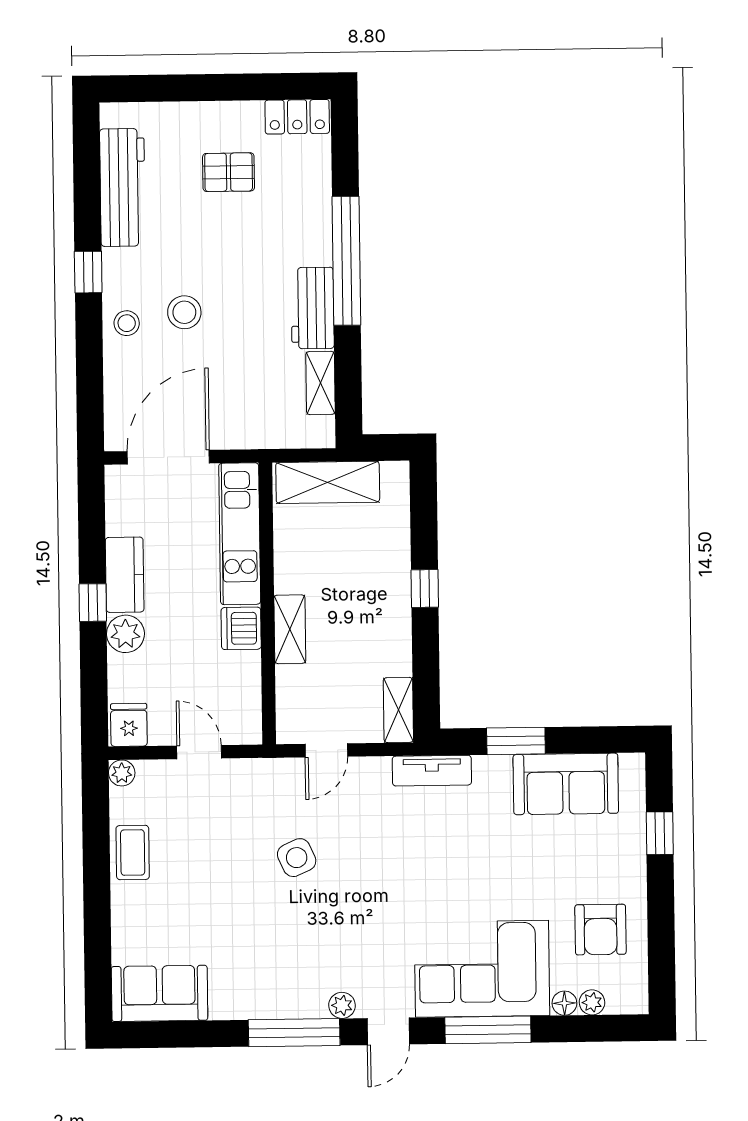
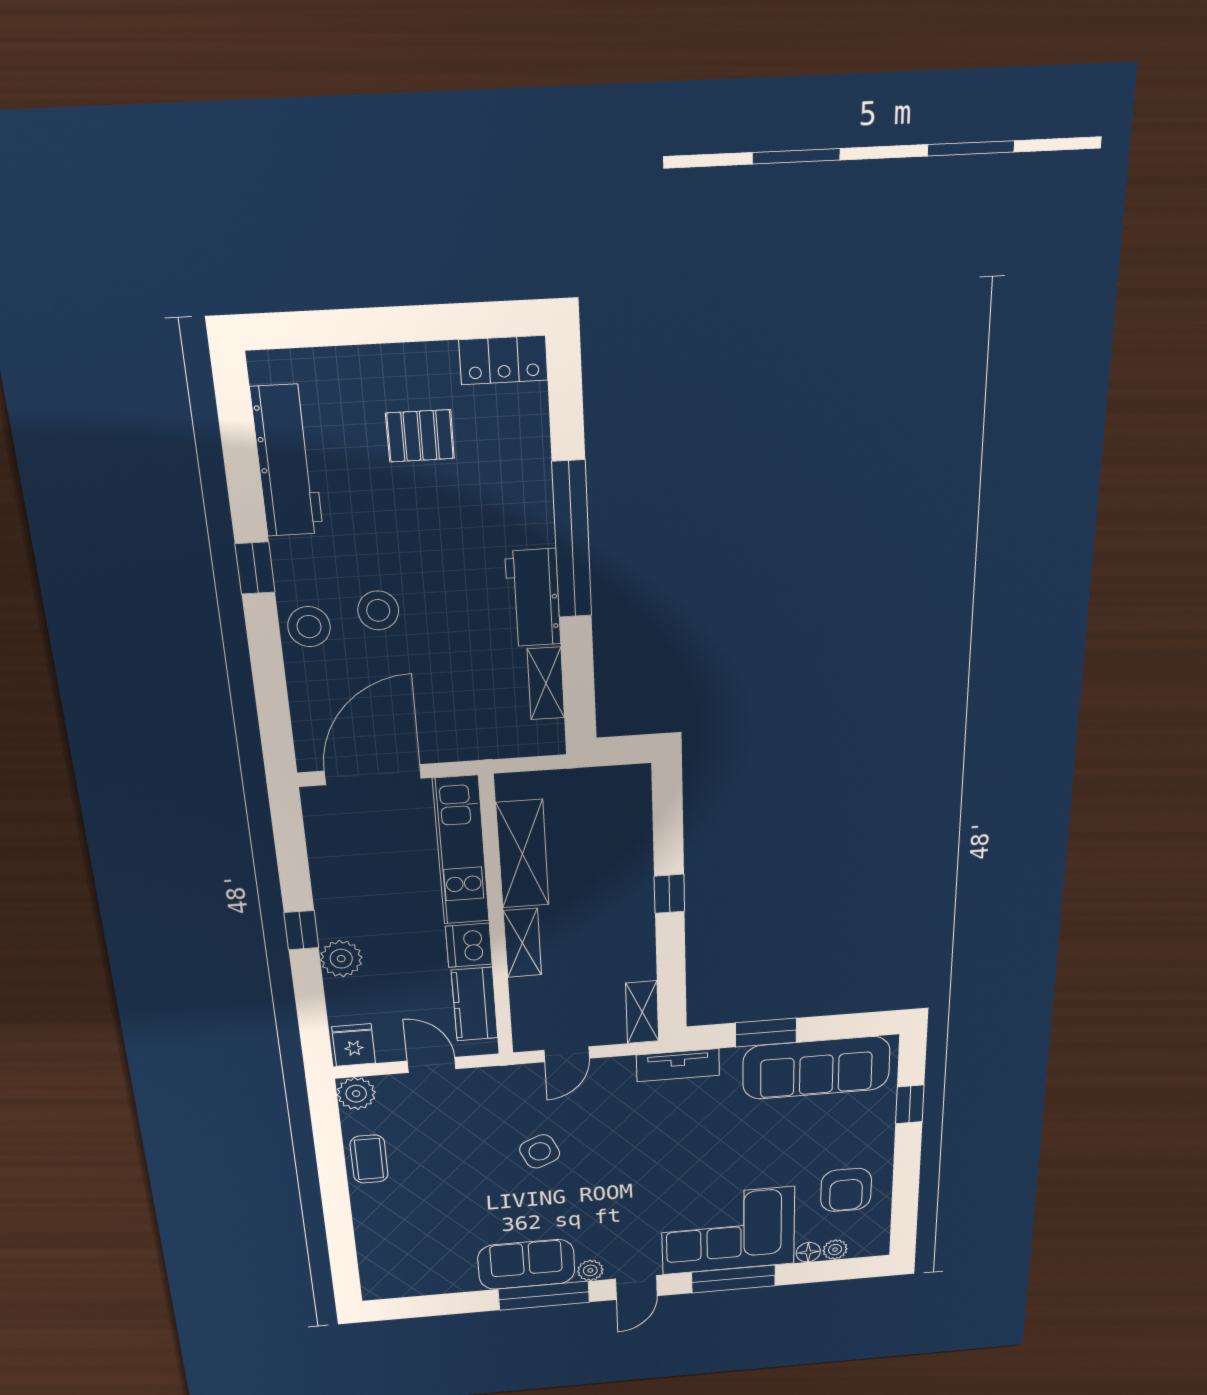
stool: (127, 323) -> (309, 627), width x1.37, depth x1.37
shelving: (328, 482) -> (523, 854), moved, turned 90
kitchen counter: (125, 575) -> (475, 1004), moved, turned 180
plant: (122, 773) -> (356, 1094), width x1.38, depth x1.38
sofa: (566, 784) -> (816, 1068), width x1.36
sofa: (160, 993) -> (526, 1264), moved

